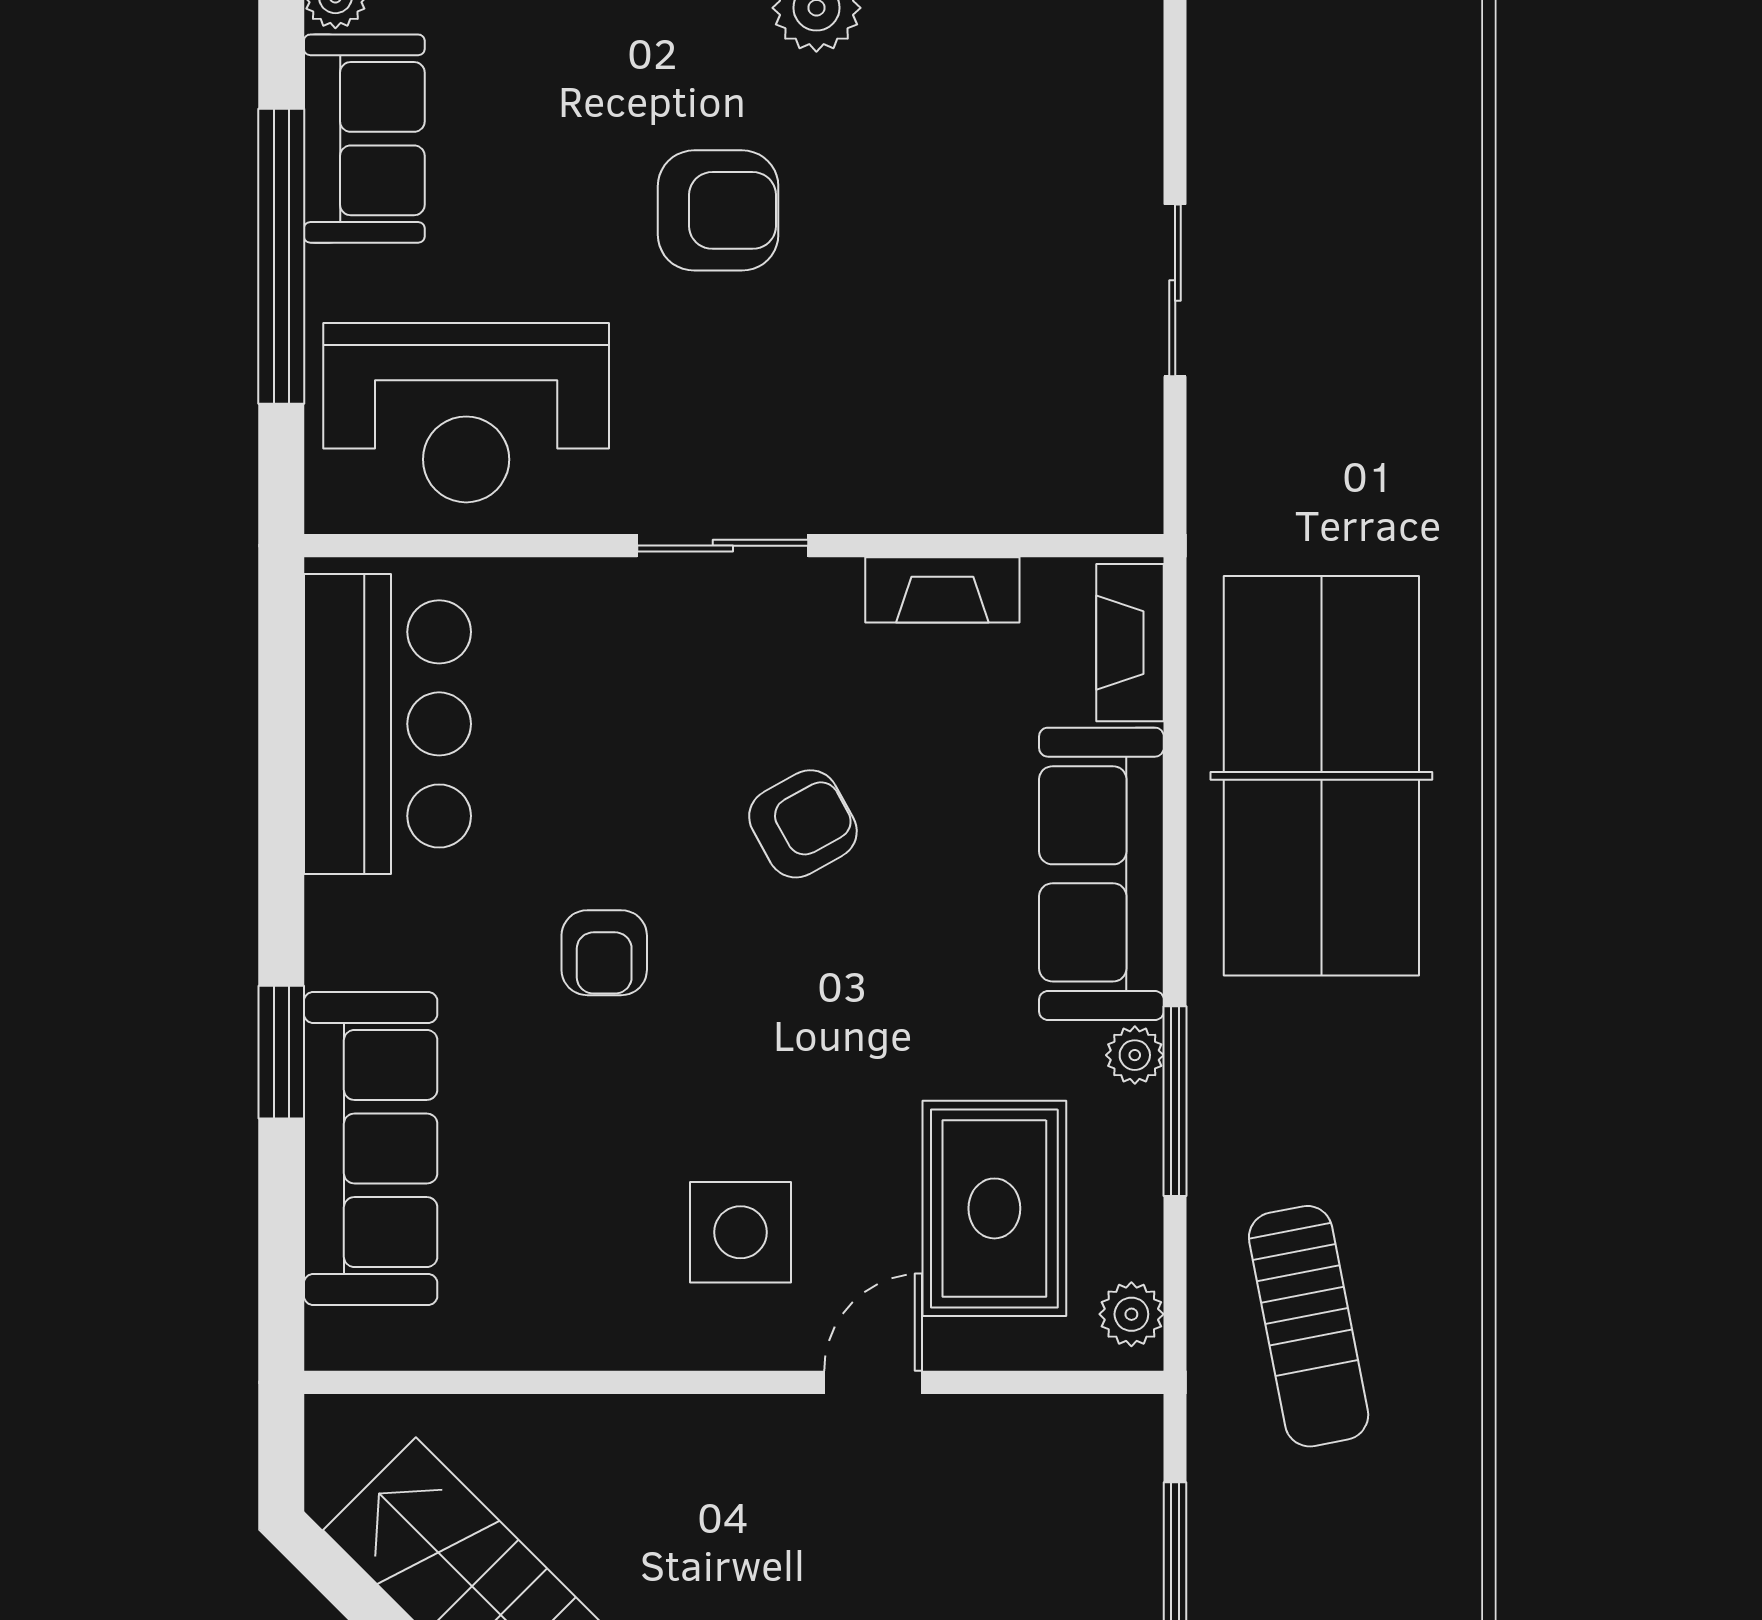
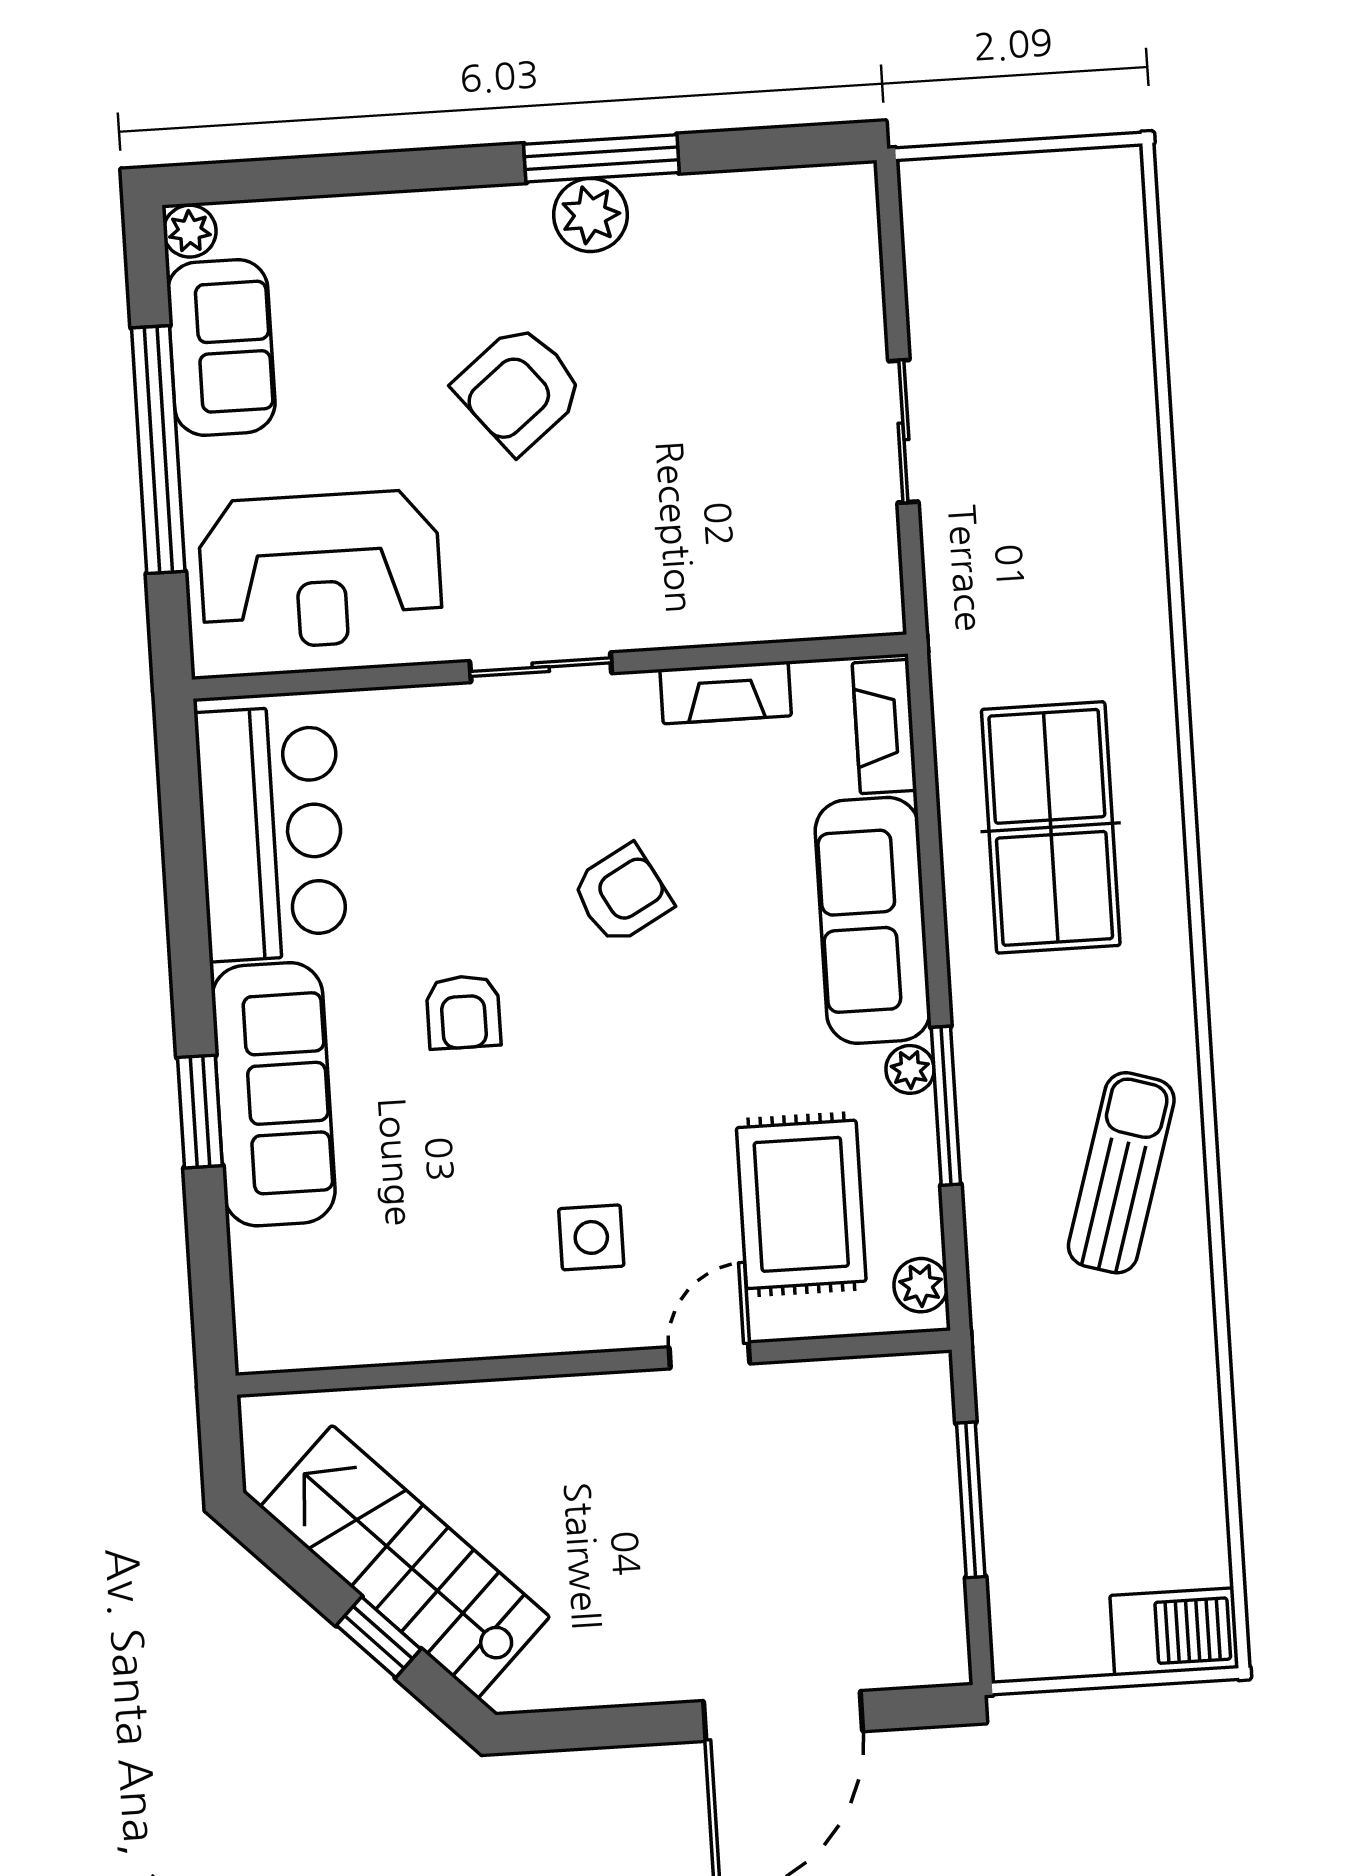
armchair: (718, 210) -> (519, 389), turned 141
table tennis table: (1321, 776) -> (1051, 827), width x0.73, depth x0.76
sofa: (371, 1148) -> (273, 1094), moved
side table: (740, 1232) -> (591, 1237), width x0.73, depth x0.73
sun lounger: (1309, 1326) -> (1121, 1173), moved, turned -152

